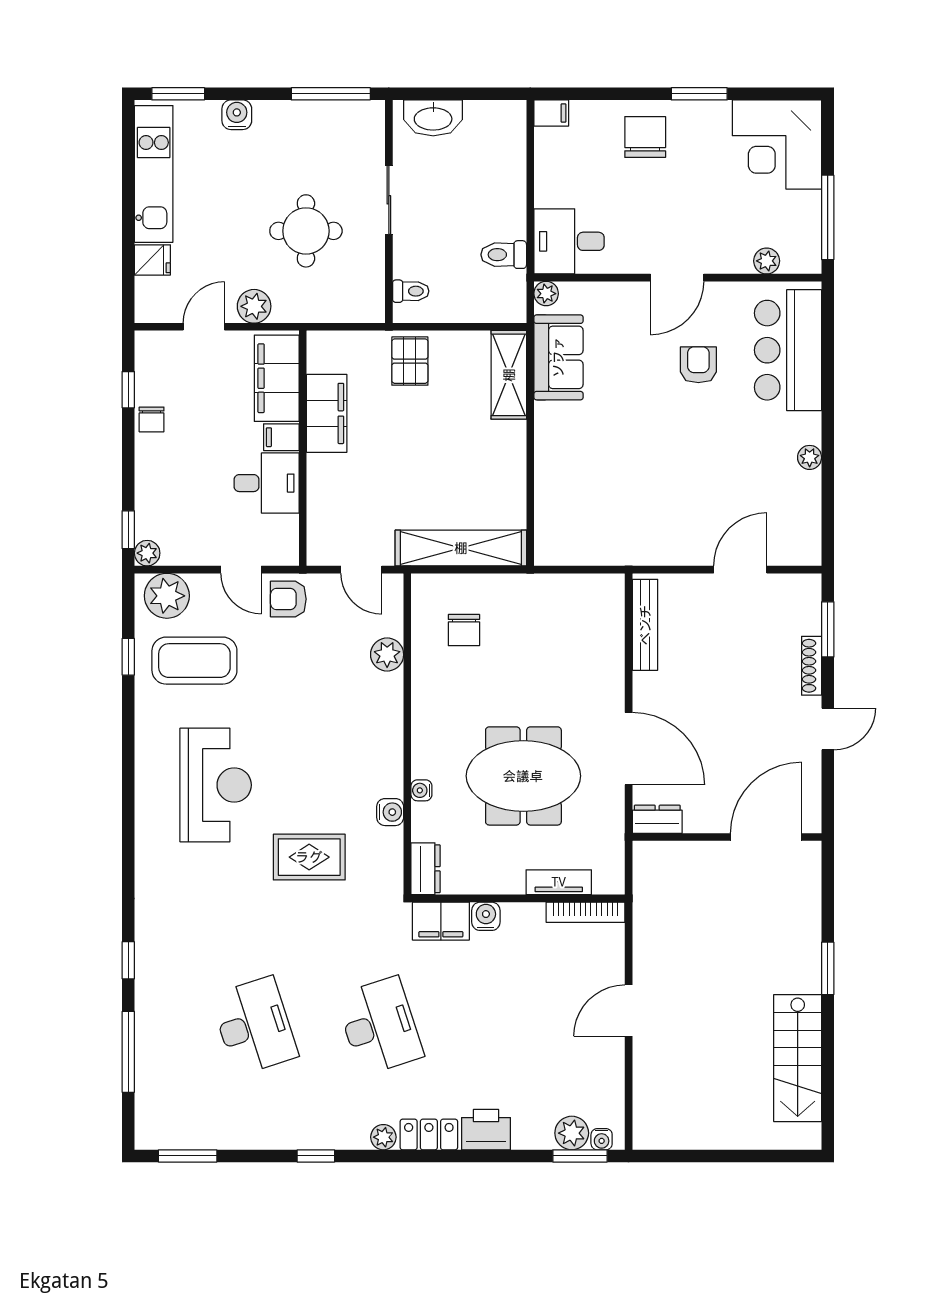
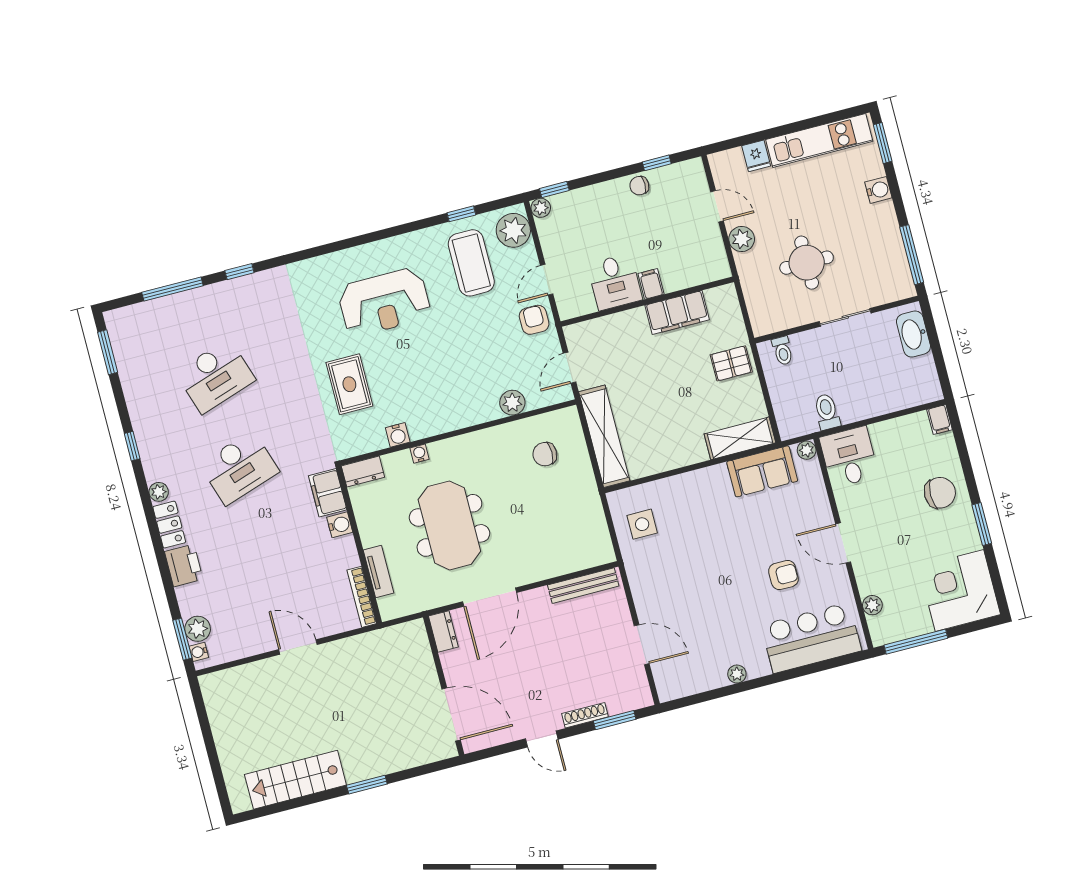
filing cabinet: (277, 378) -> (693, 269), removed
side table: (586, 529) -> (642, 524), added

